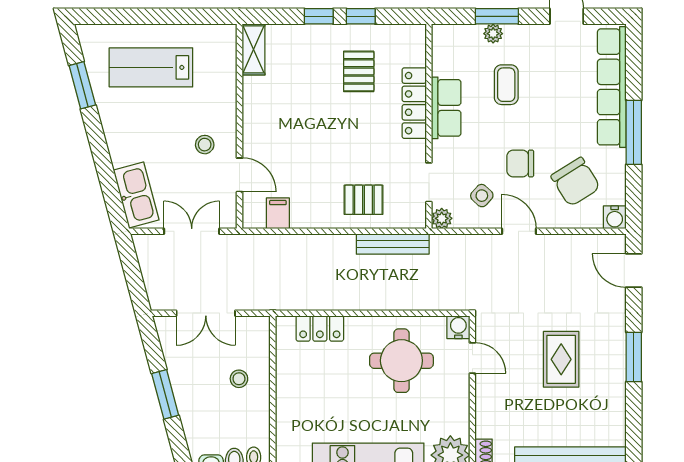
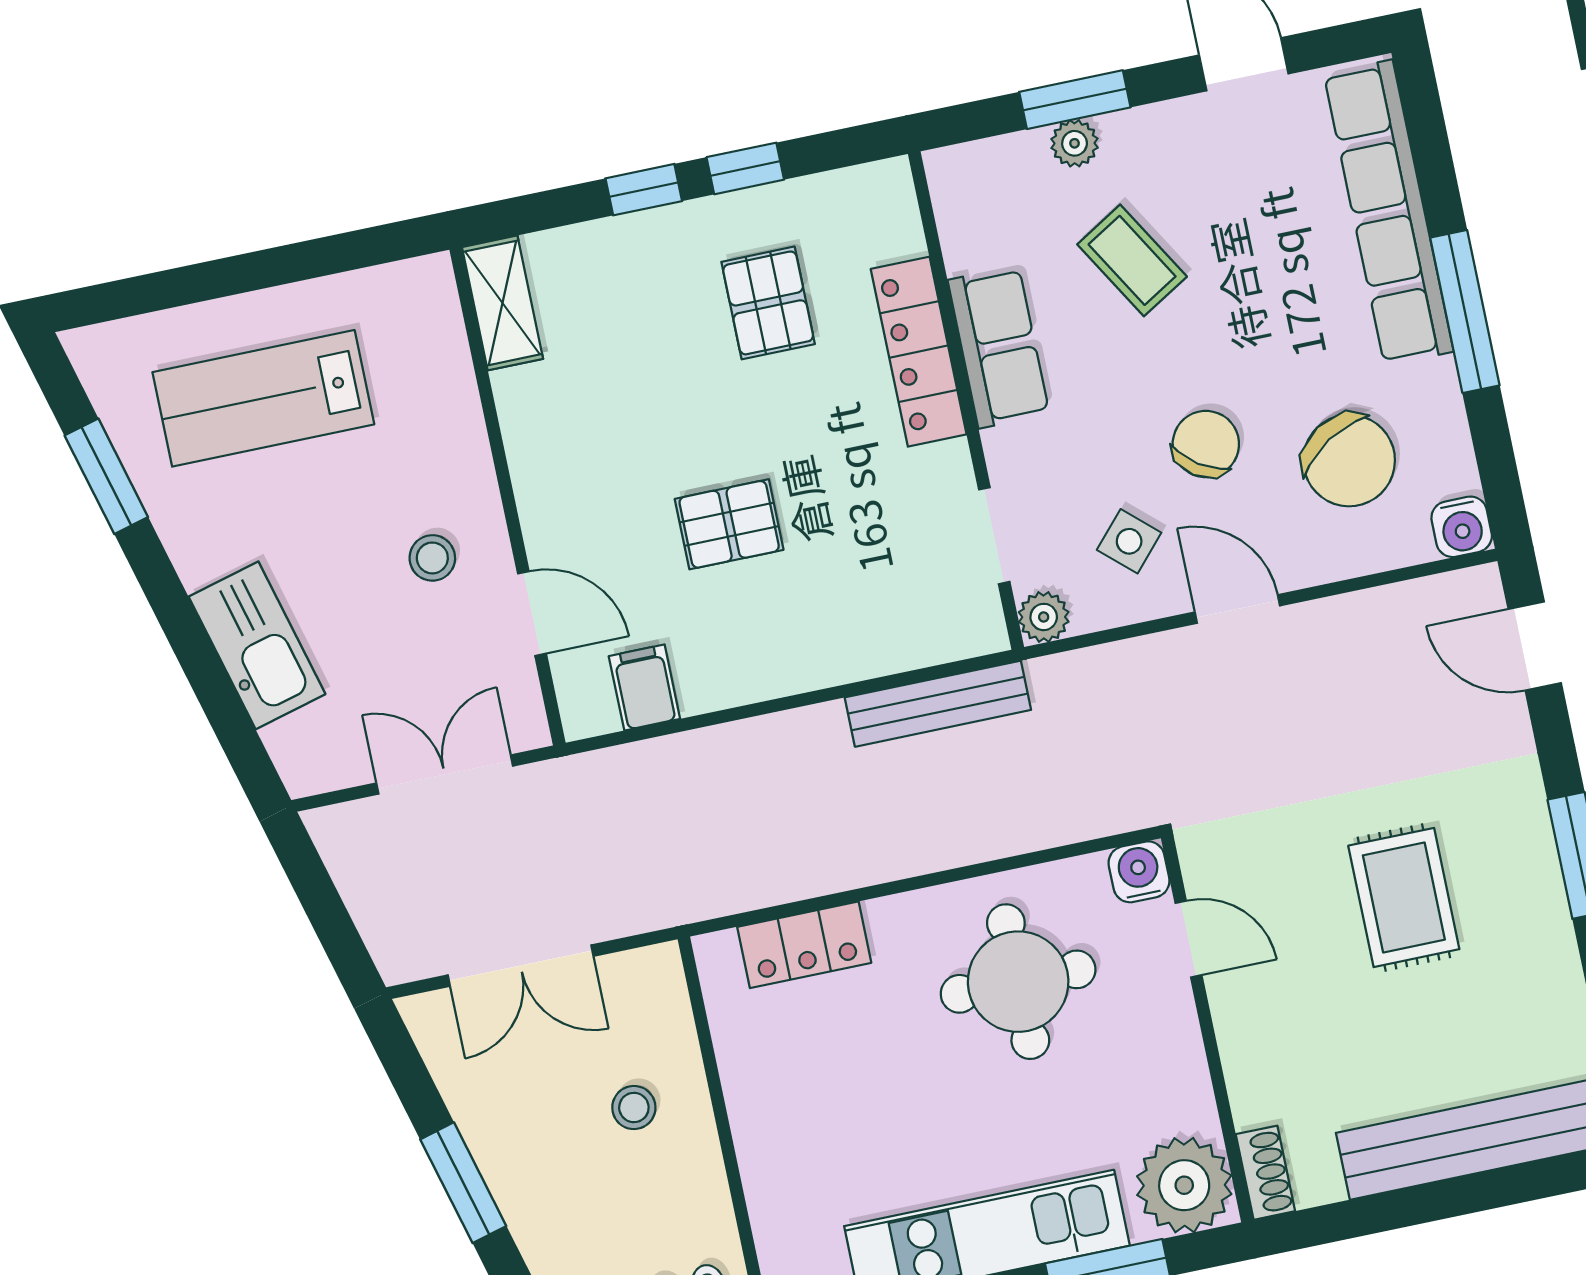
coffee table: (506, 85) -> (1132, 260), turned -31
chair: (520, 163) -> (1206, 444), turned 124
kitchen sink: (136, 195) -> (257, 645), moved
pallet: (364, 200) -> (729, 524), moved

